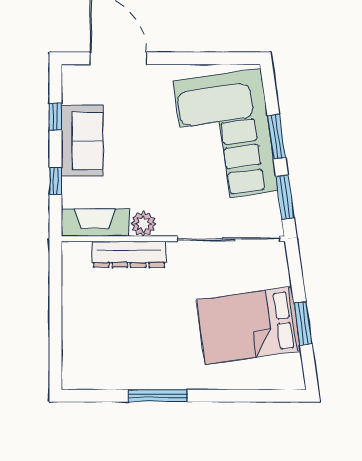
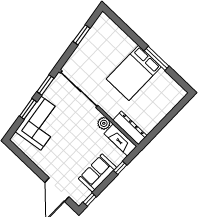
window: (55, 117) -> (90, 200), moved
corner sofa: (226, 136) -> (41, 123), width x0.73, depth x0.74
dresser: (129, 254) -> (130, 128), moved
bed: (249, 325) -> (134, 73), moved, turned 98

